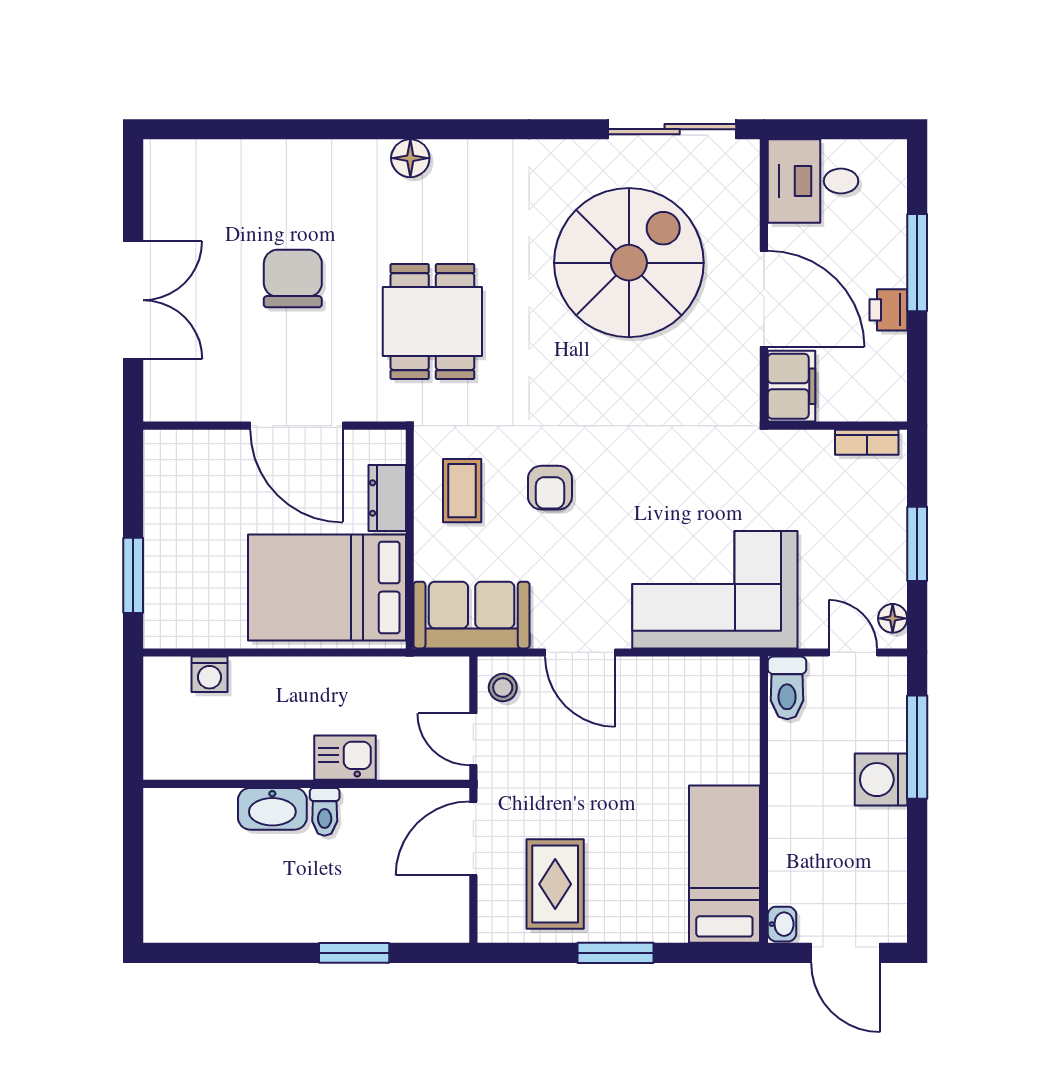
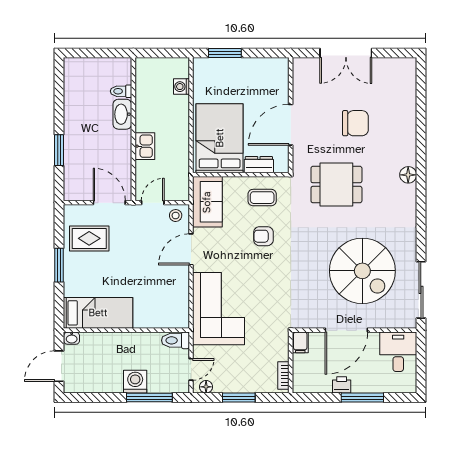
filing cabinet: (792, 386) -> (300, 342), width x0.50
toilet: (325, 812) -> (121, 91), moved

